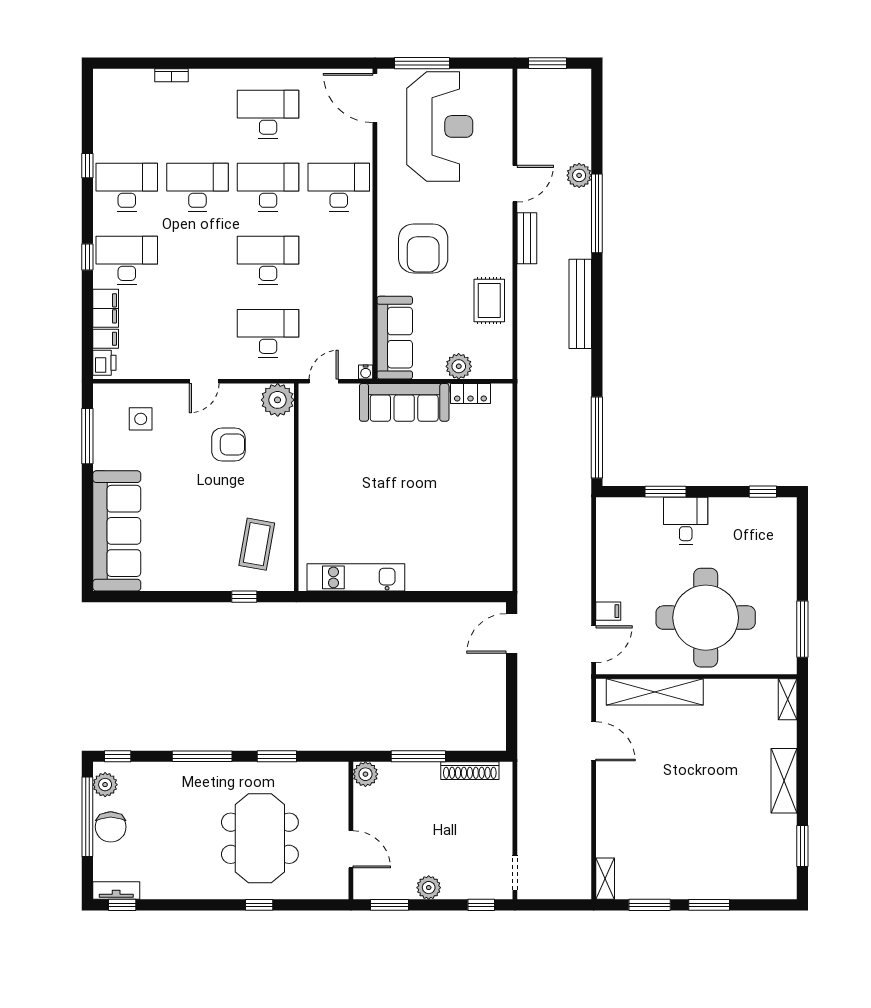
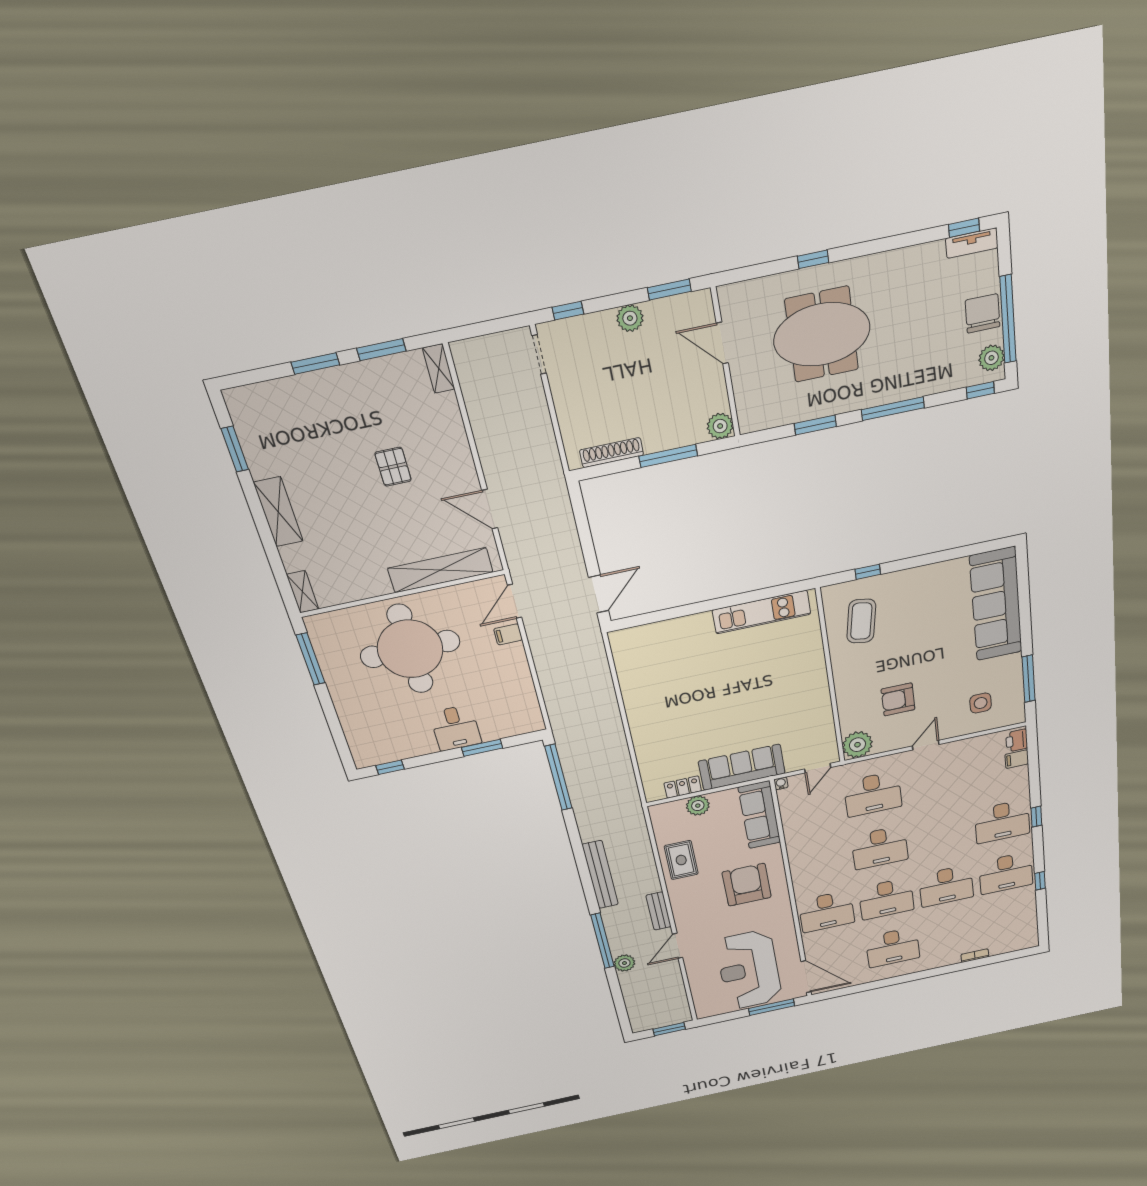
filing cabinet: (106, 308) -> (1018, 782), removed
pallet: (670, 800) -> (393, 467), added
meeting table: (260, 838) -> (822, 334), turned 90

